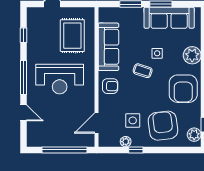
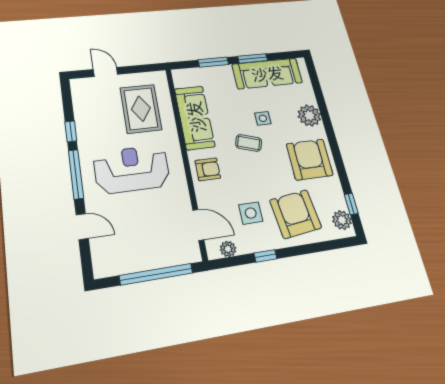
window: (24, 35) -> (71, 131), moved
reception desk: (60, 79) -> (132, 169), turned 180
armchair: (183, 89) -> (310, 159), turned 180
door: (96, 123) -> (198, 225), swing flipped
plant: (126, 142) -> (228, 249), moved

